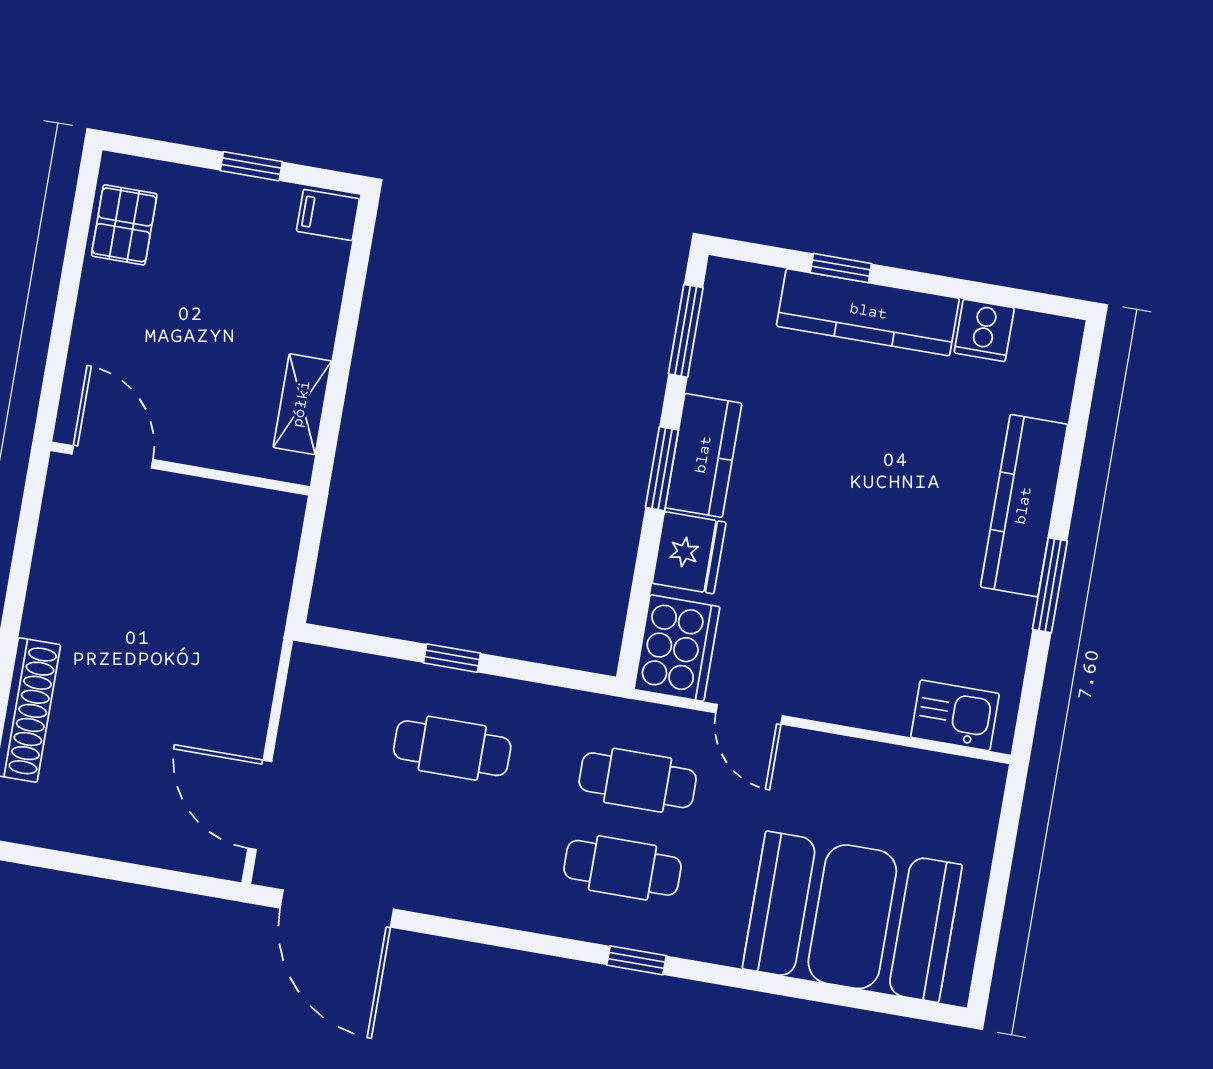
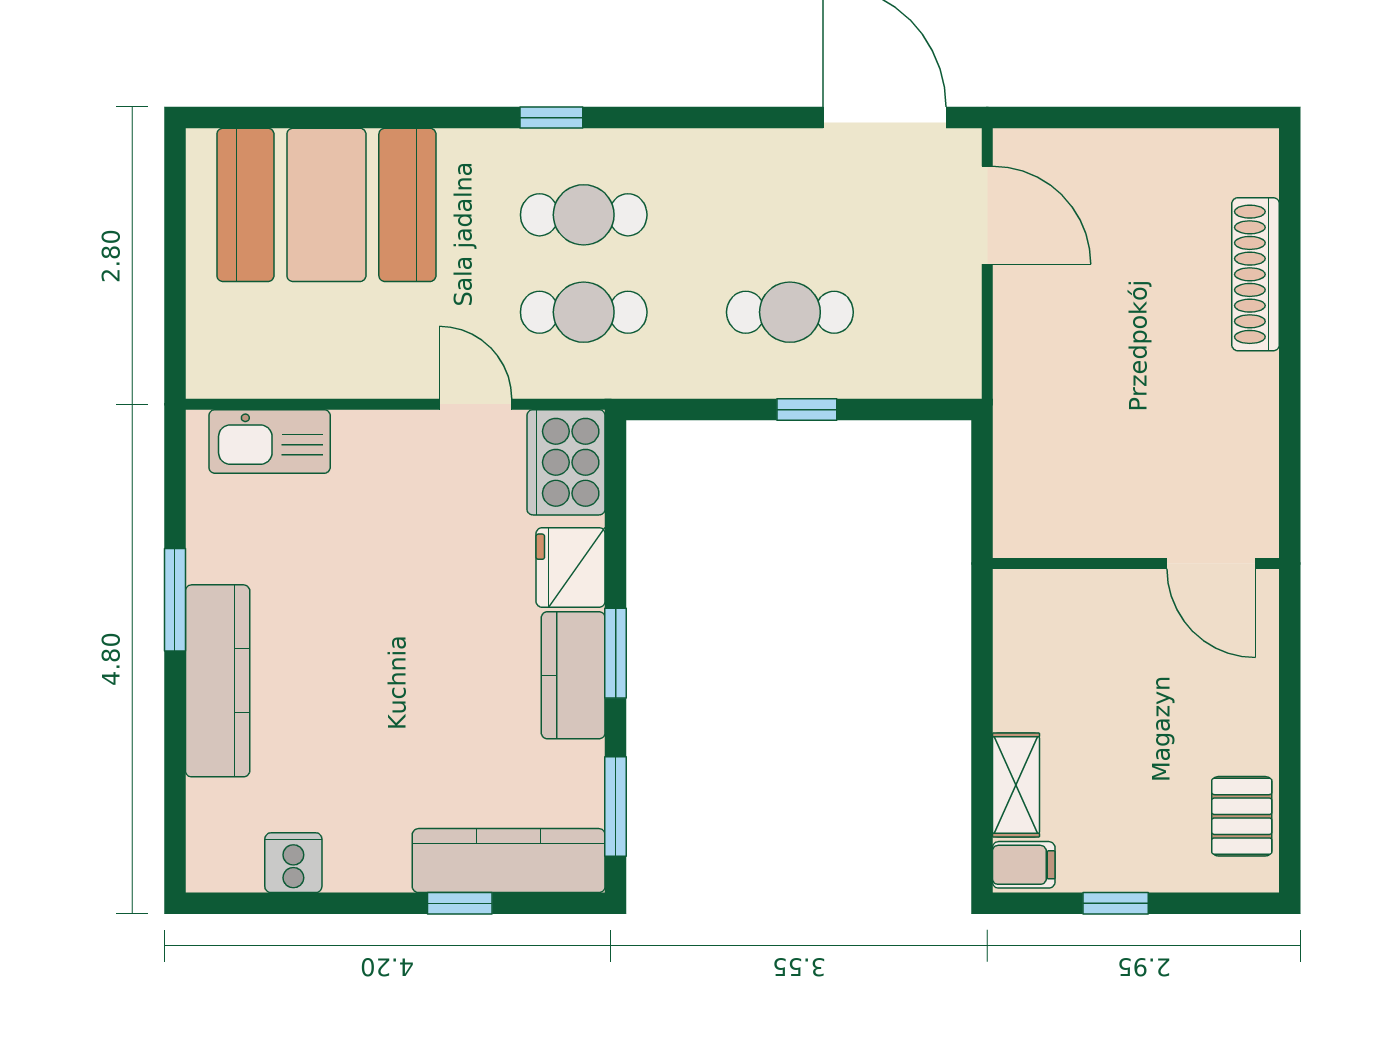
kitchen counter: (868, 312) -> (509, 861), moved
shelving: (302, 404) -> (1016, 785), moved
kitchen sink: (955, 715) -> (270, 441), width x1.38

